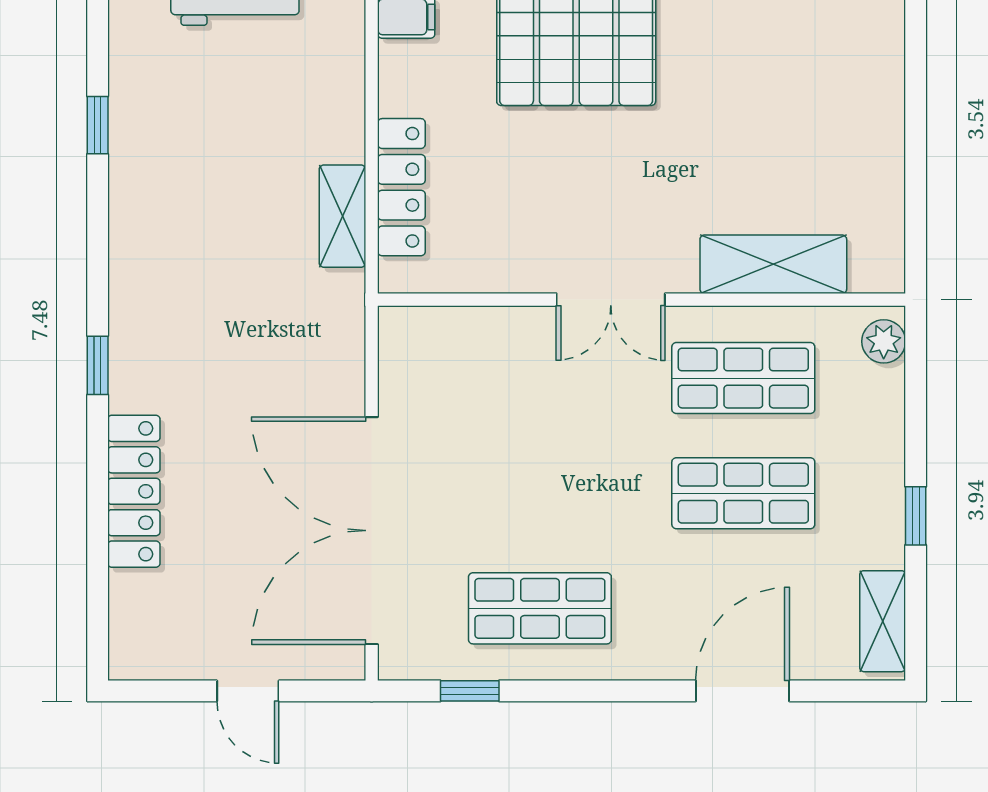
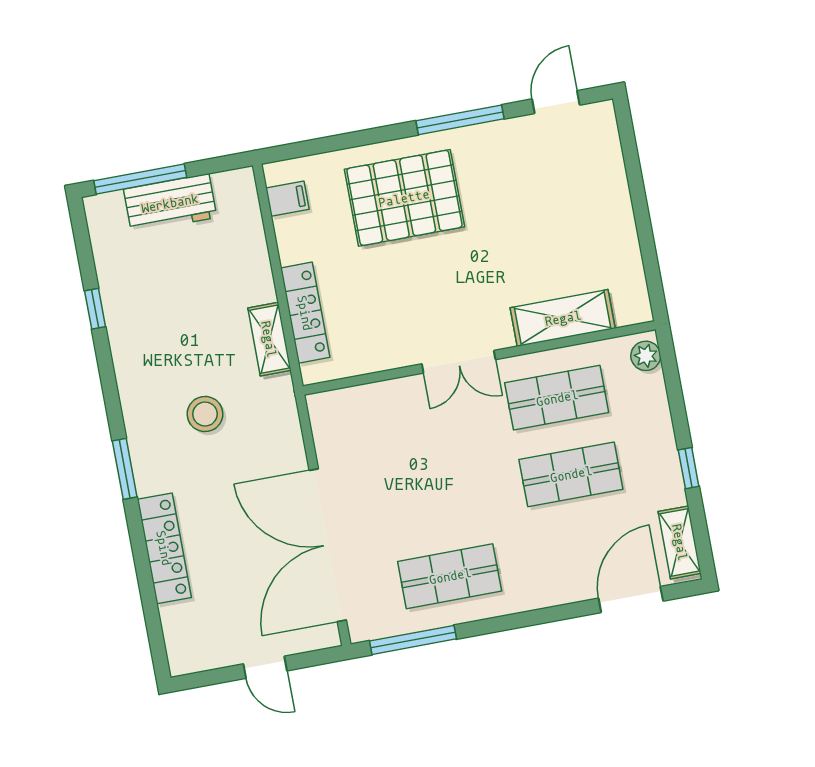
stool: (229, 307) -> (205, 414), added
window: (98, 365) -> (125, 469), width x1.50
window: (470, 691) -> (413, 640), width x2.17
door: (743, 691) -> (631, 600), moved

